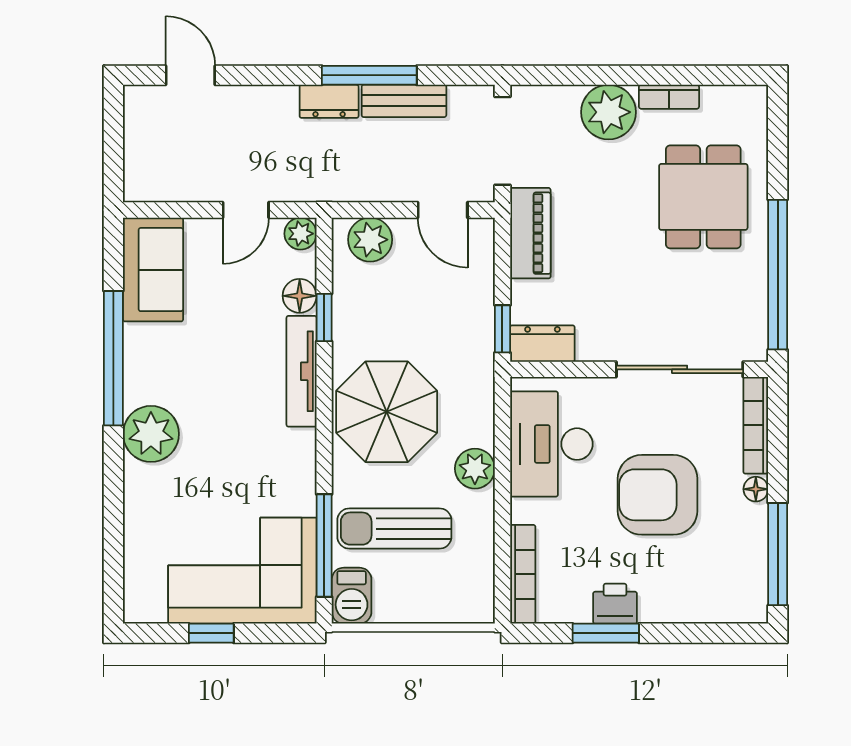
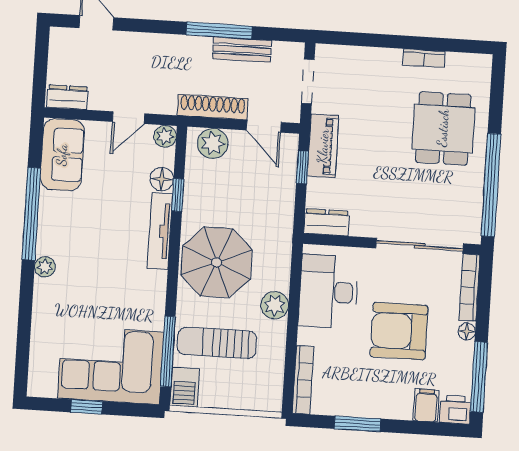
dresser: (329, 101) -> (68, 97), moved, turned 180
plant: (609, 112) -> (382, 66), removed
doorway: (502, 141) -> (308, 81), width x0.73
shoe rack: (367, 187) -> (213, 107), added
window: (502, 329) -> (302, 167), moved
plant: (151, 434) -> (45, 267), width x0.53, depth x0.53
filing cabinet: (704, 600) -> (426, 405), added
printer: (615, 604) -> (455, 410), moved

